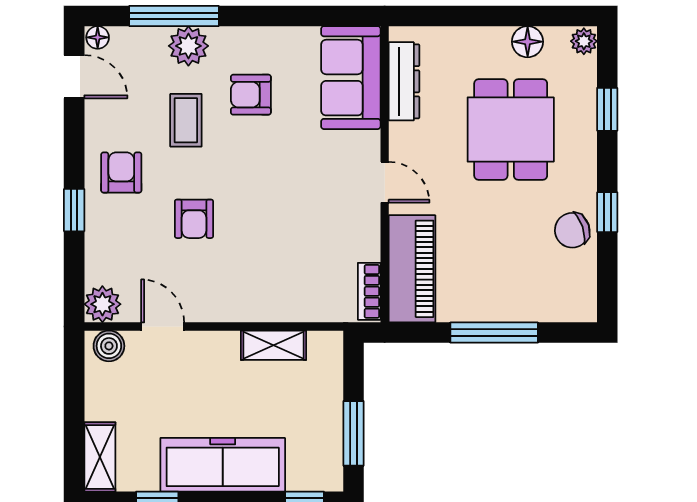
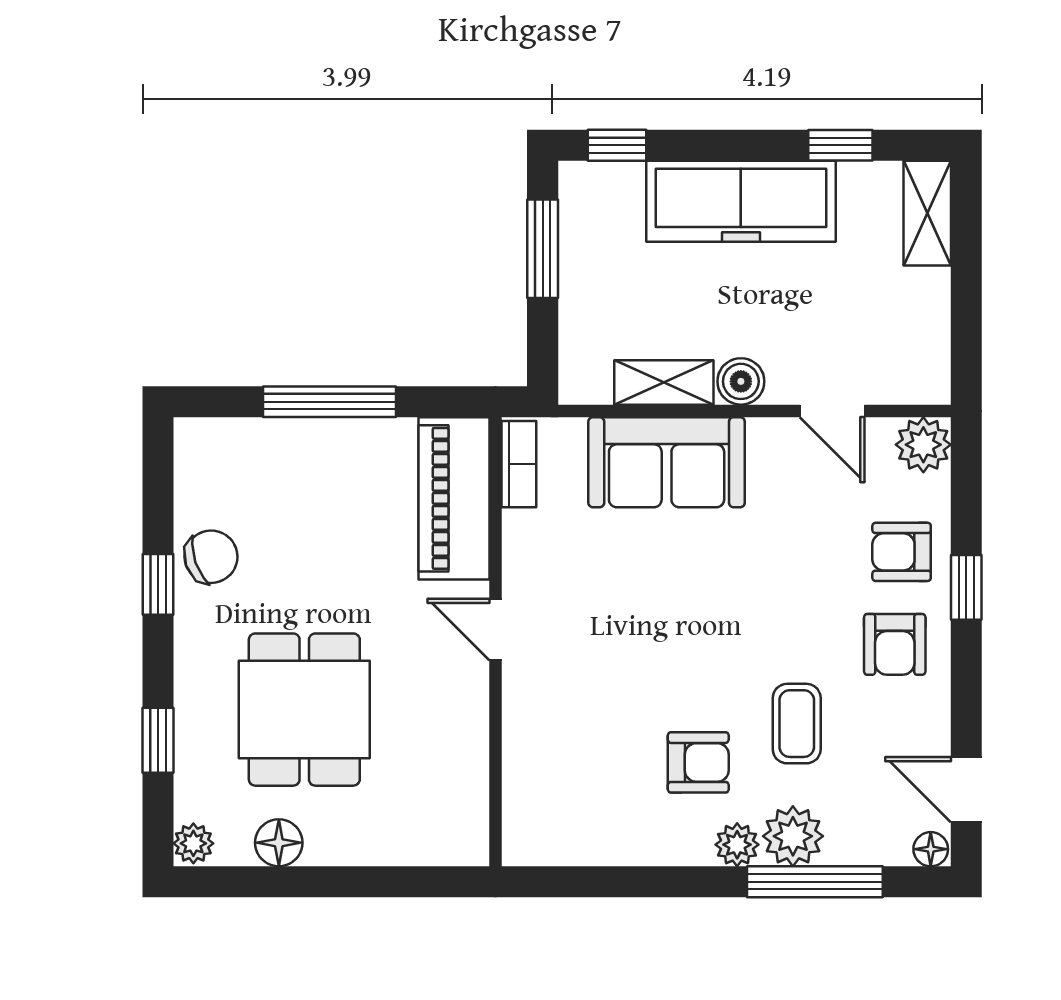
plant: (225, 40) -> (737, 845), added
sofa: (351, 78) -> (667, 462), moved, turned 90
dresser: (404, 81) -> (466, 783), removed
armchair: (194, 219) -> (902, 552), moved, turned -90
boiler: (109, 346) -> (741, 381), moved

